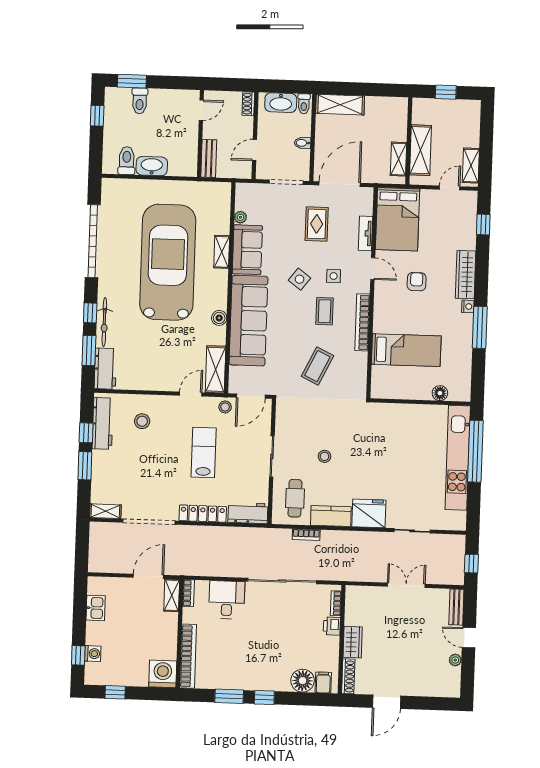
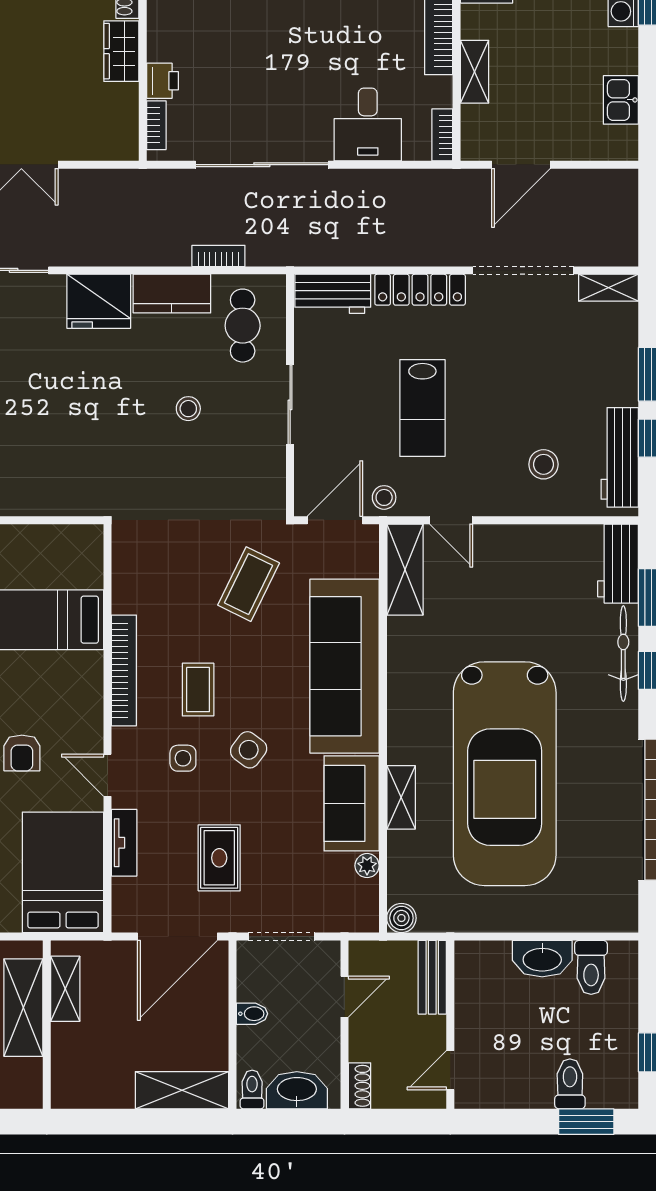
boiler: (219, 318) -> (401, 918), moved
coffee table: (317, 366) -> (249, 584), moved
door: (191, 394) -> (451, 520), hinge flipped
shelving: (172, 595) -> (475, 72), moved

